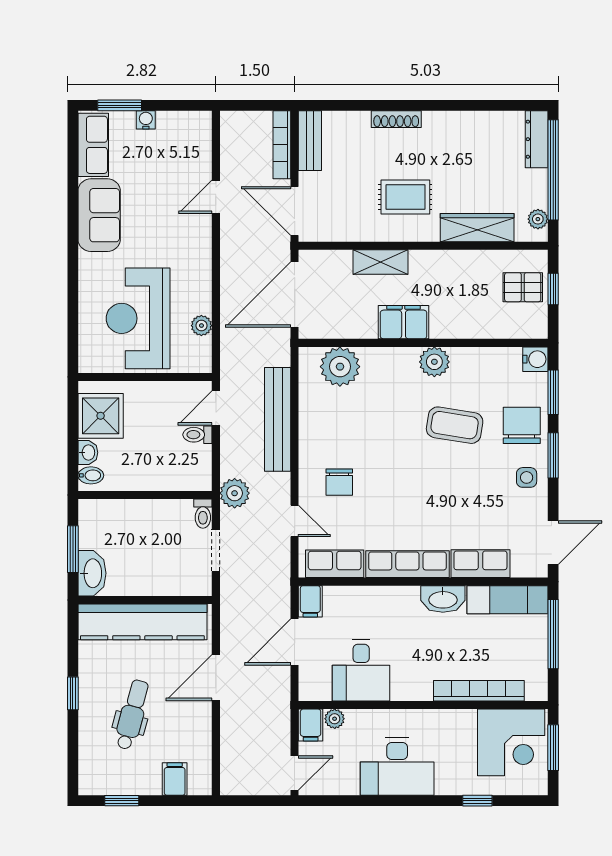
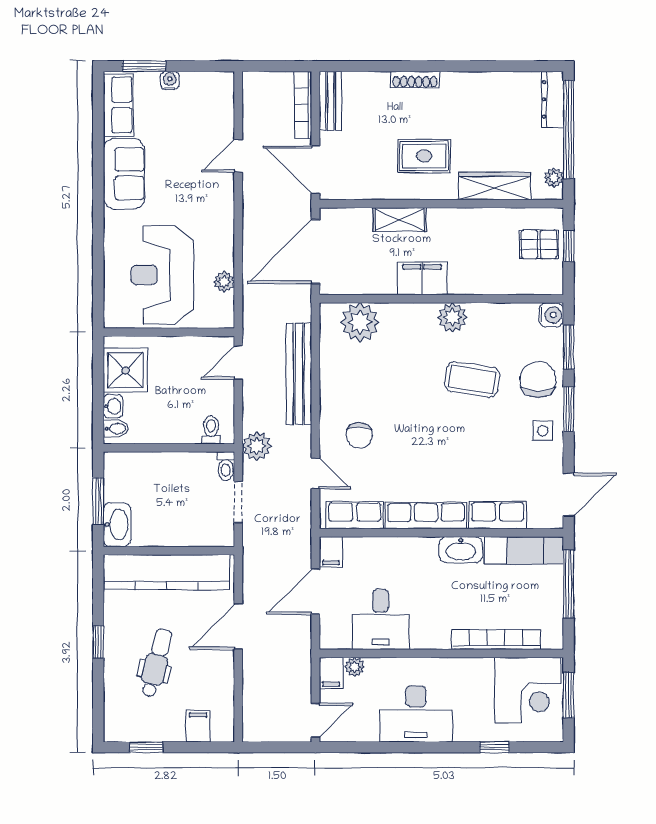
toilet: (197, 435) -> (211, 430), moved, turned 90

